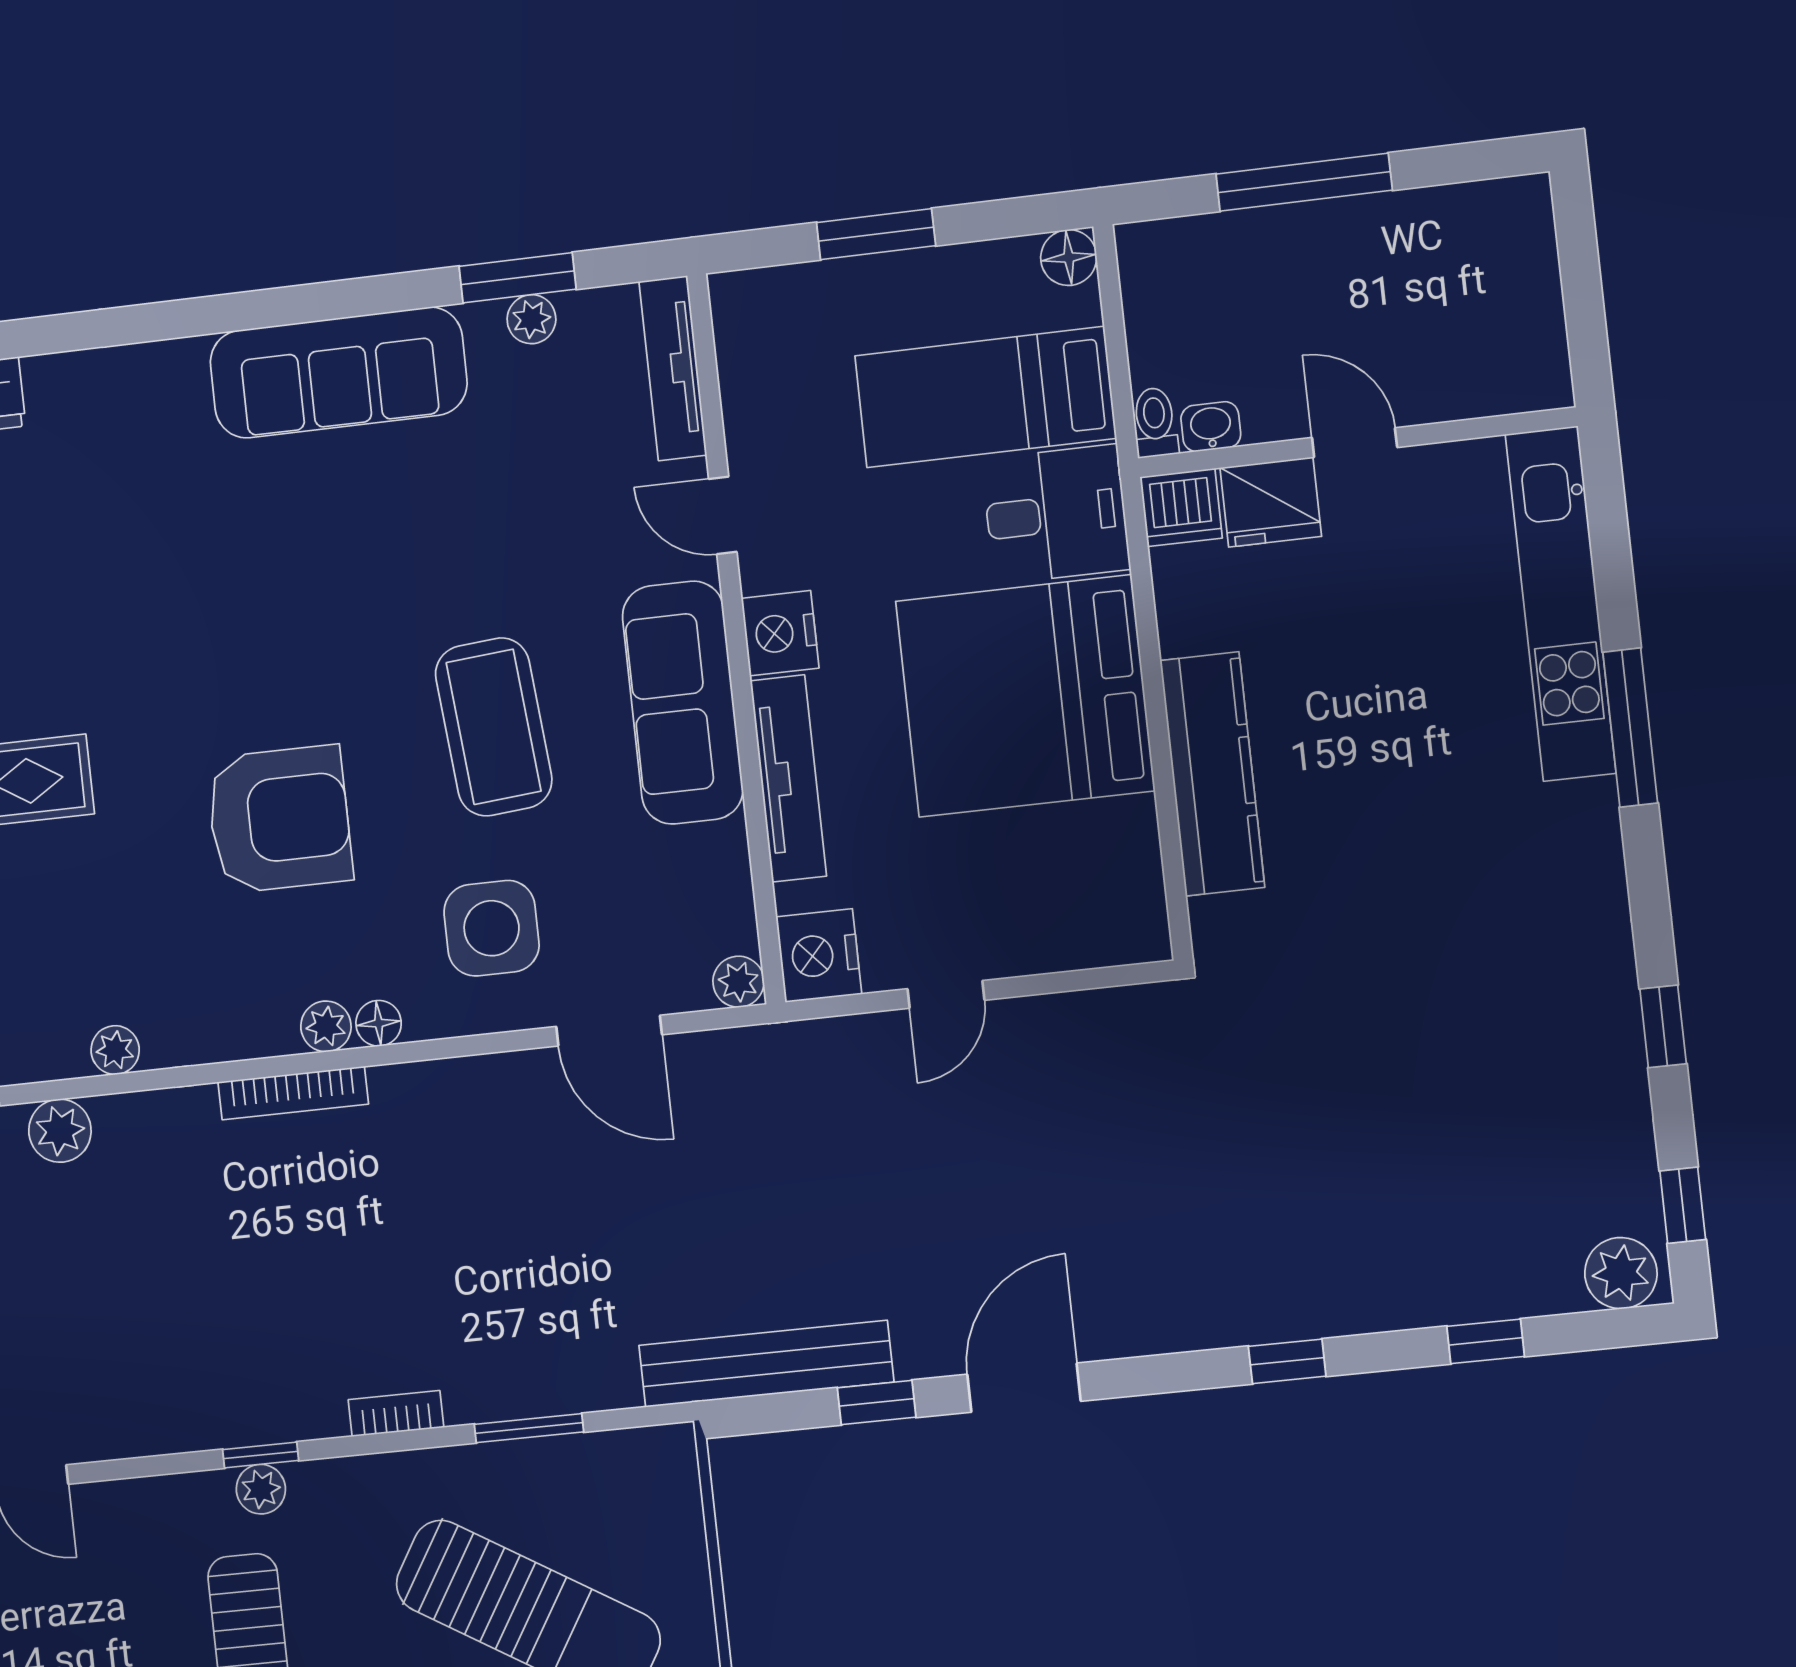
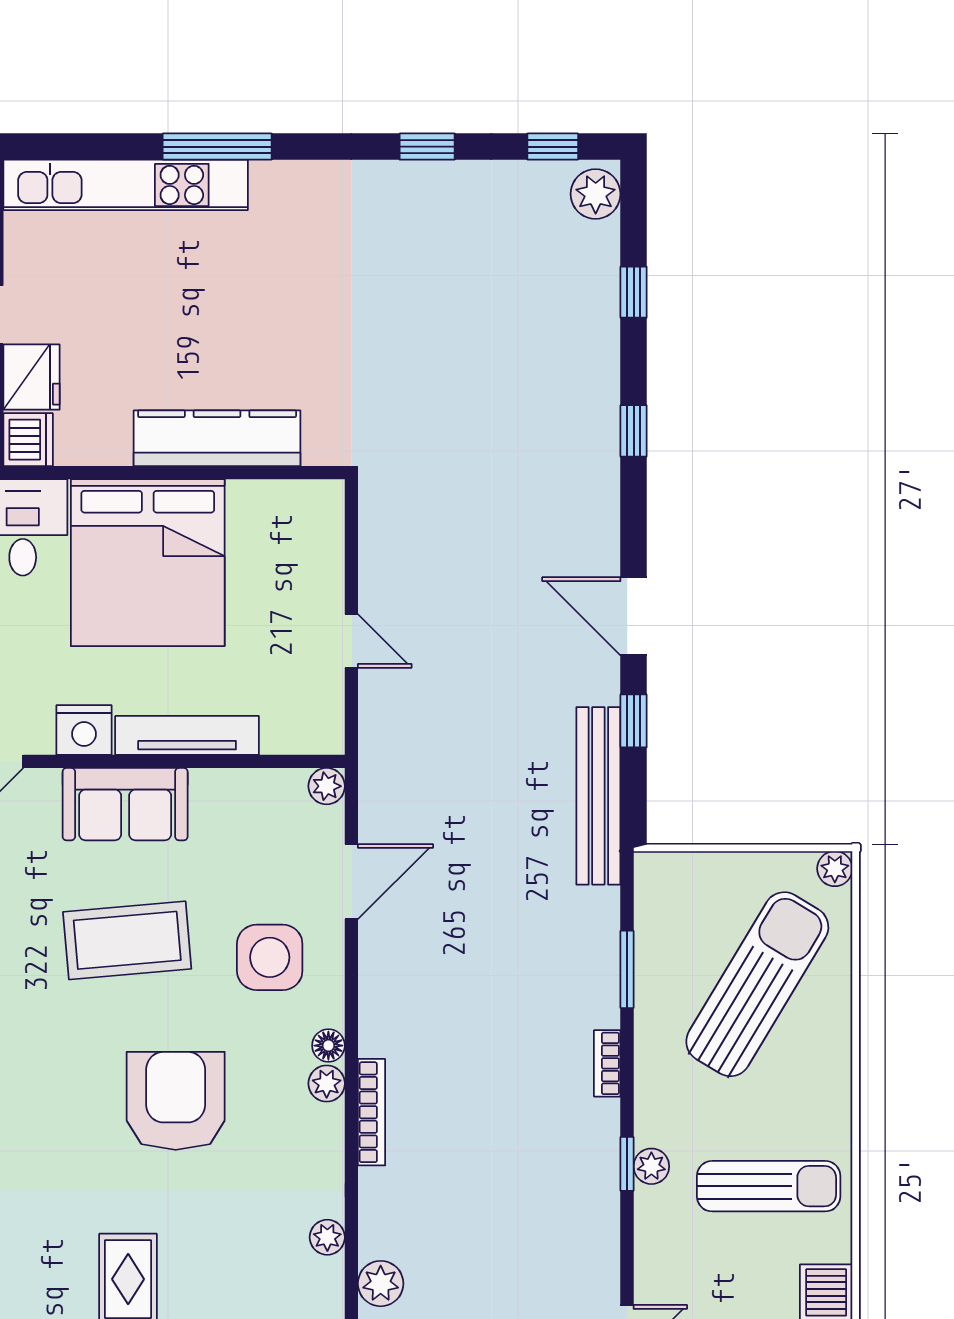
sofa: (683, 703) -> (125, 804), width x0.73
nightstand: (819, 956) -> (314, 727), removed

